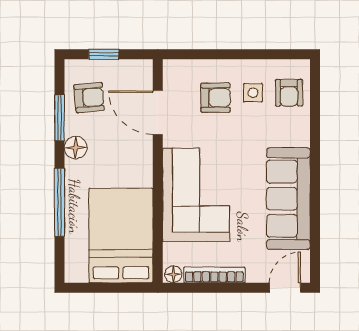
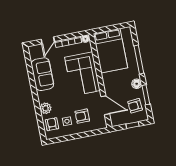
plant: (297, 132) -> (46, 108), added
sofa: (288, 199) -> (42, 74), width x0.73
door: (285, 288) -> (48, 40), moved

